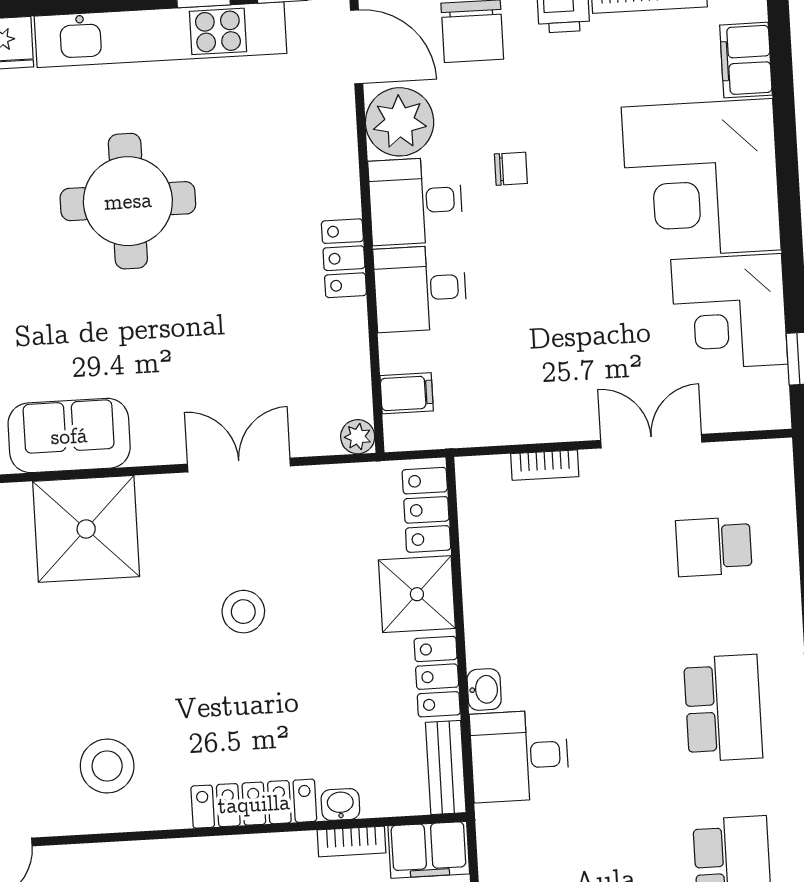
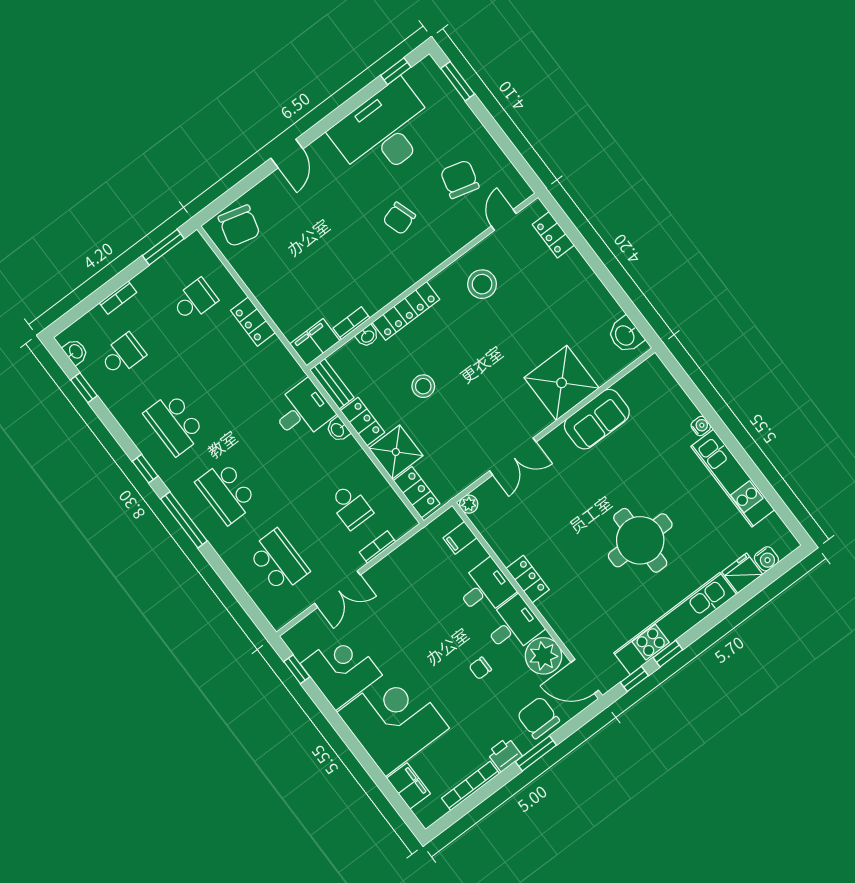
school desk: (714, 547) -> (278, 561), width x1.85
school desk: (544, 556) -> (351, 506), added
stool: (243, 612) -> (423, 386), moved

